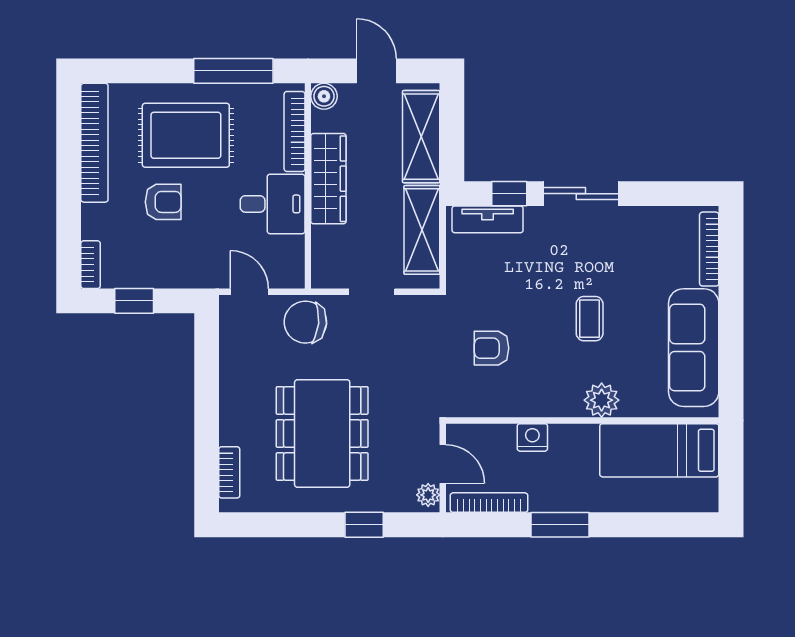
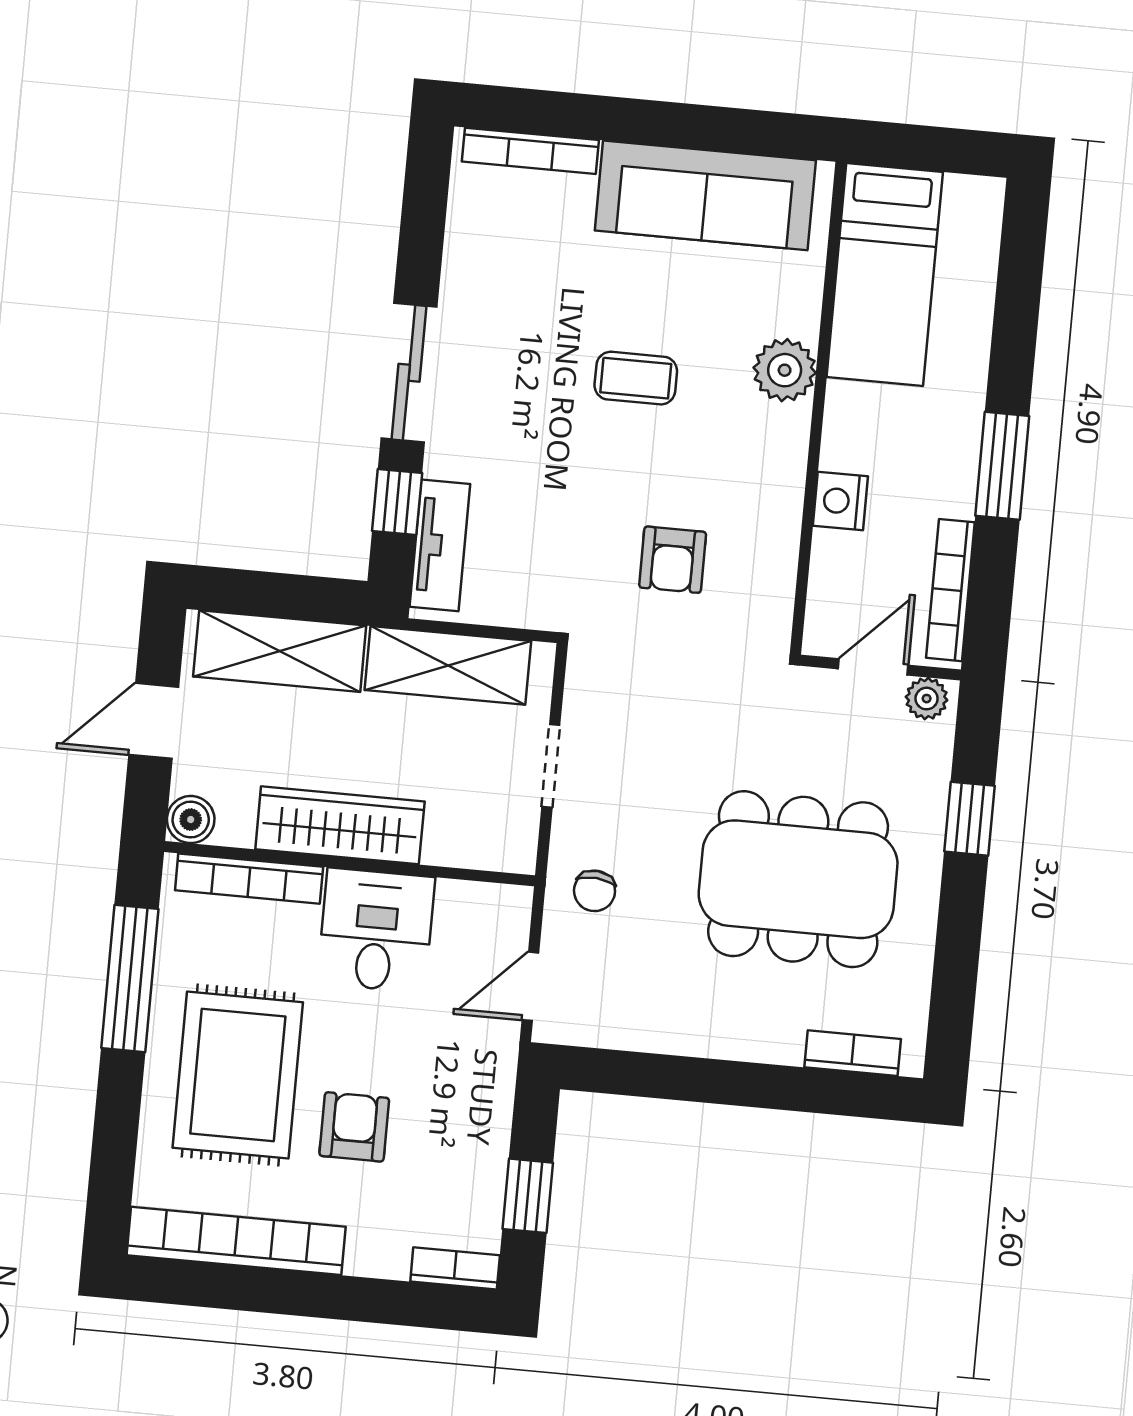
chair: (305, 322) -> (595, 891), width x0.54, depth x0.54

